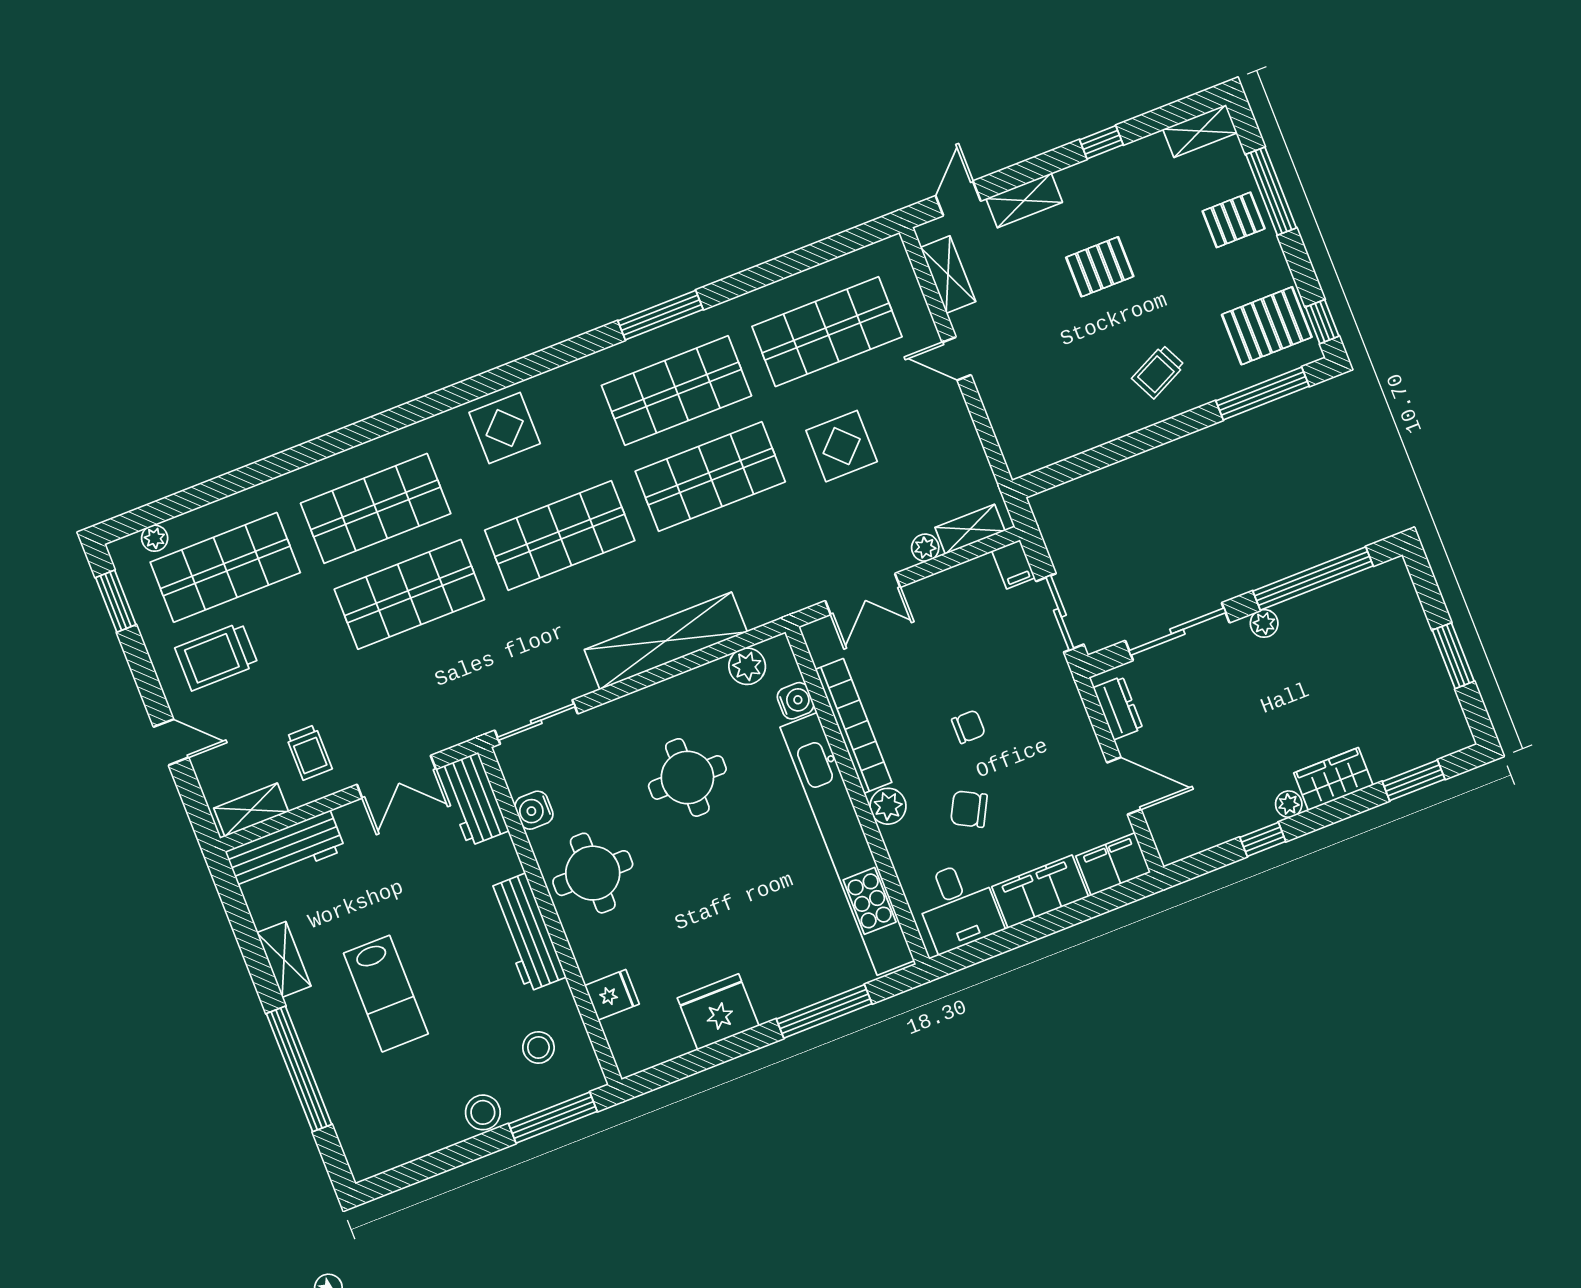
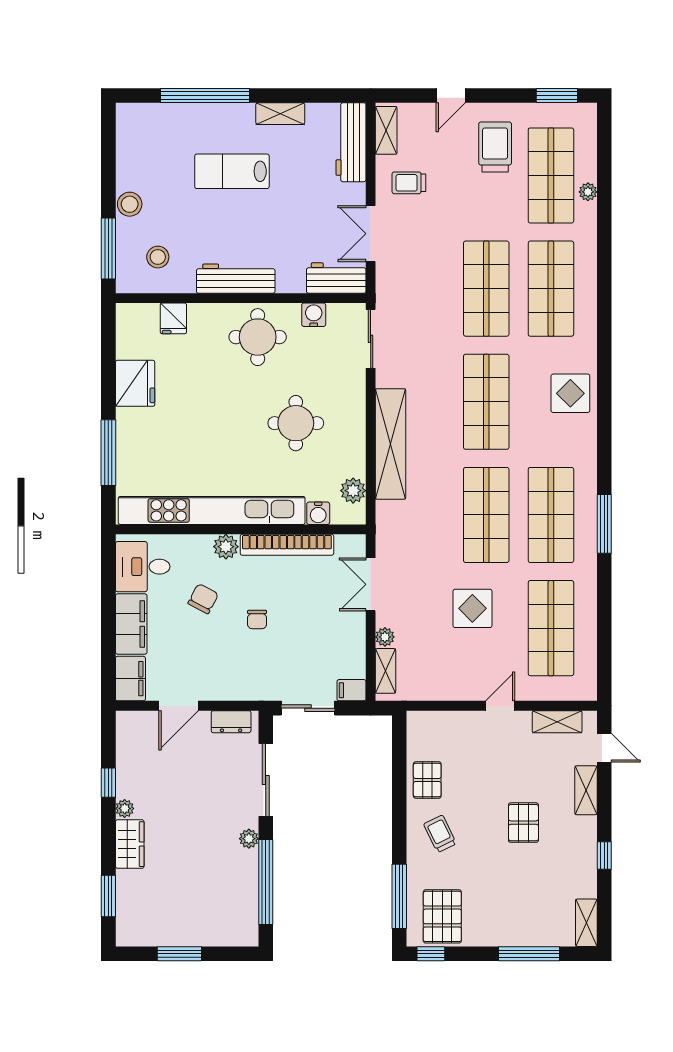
pallet: (1234, 220) -> (427, 780), moved
plant: (155, 538) -> (588, 192), moved

